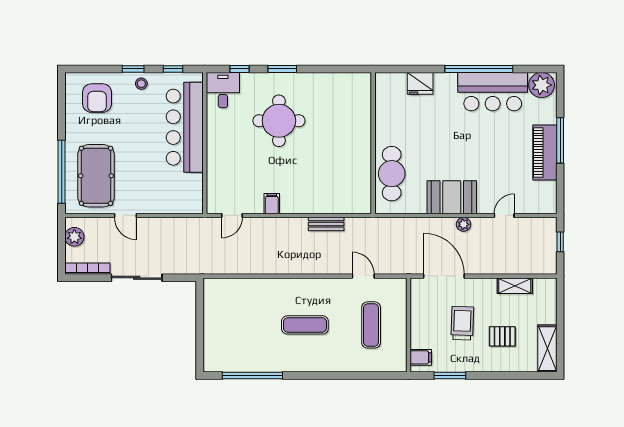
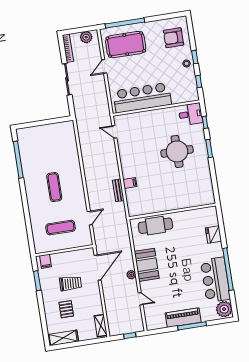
bar counter: (185, 127) -> (142, 98), moved
filing cabinet: (272, 204) -> (130, 183), moved
shelving: (515, 286) -> (101, 326), moved

